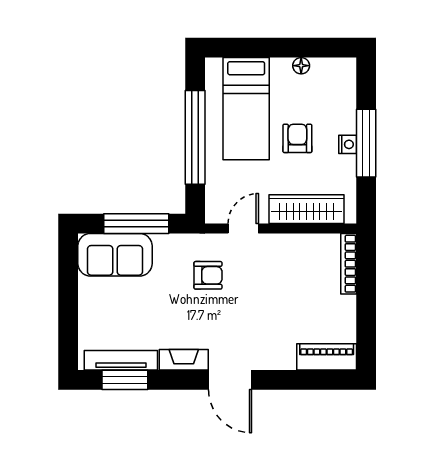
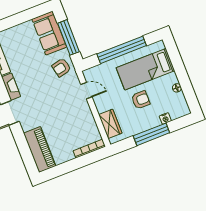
nightstand: (348, 144) -> (165, 118), moved
wardrobe: (306, 209) -> (110, 124), width x0.67
armchair: (208, 275) -> (61, 67), moved, turned 77
piano: (327, 357) -> (40, 150), width x1.37, depth x1.33

